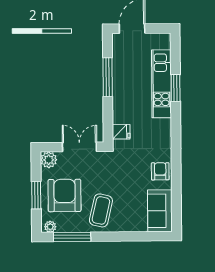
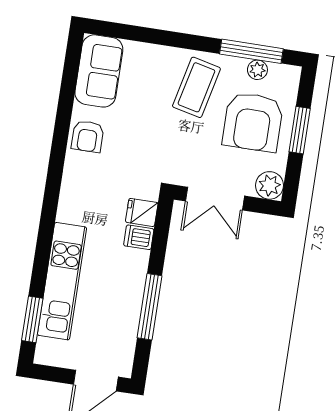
window: (176, 88) -> (32, 319), moved
dishwasher: (121, 117) -> (139, 237), added
plant: (50, 227) -> (257, 70), moved

